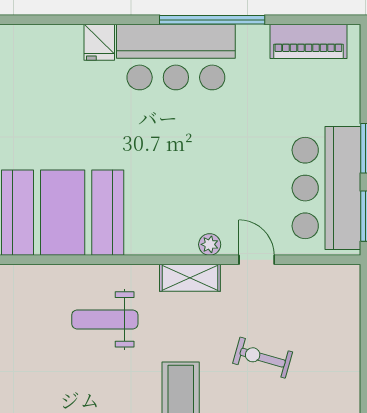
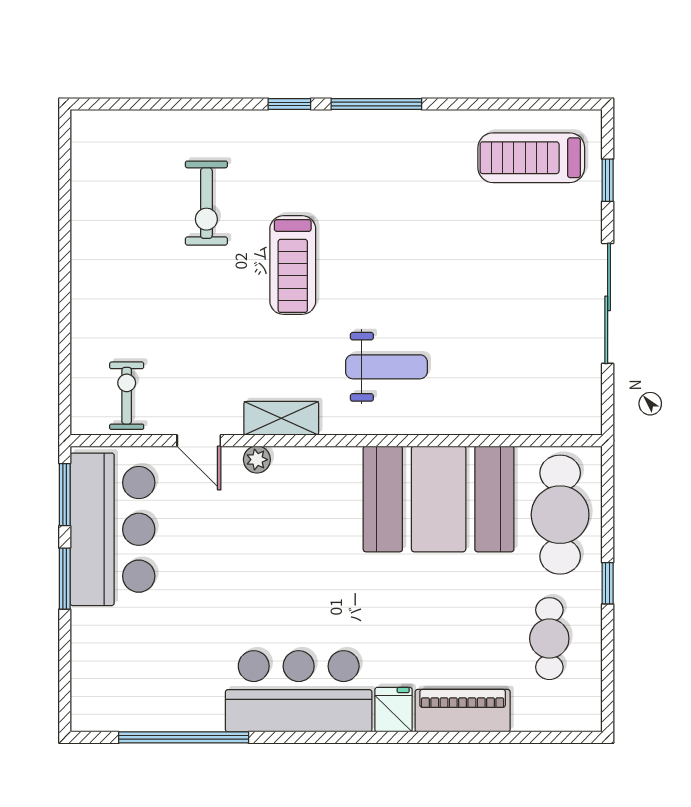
window: (212, 20) -> (184, 737), moved
piano: (308, 41) -> (463, 711), moved
exercise bike: (263, 358) -> (127, 396), moved, turned -106

